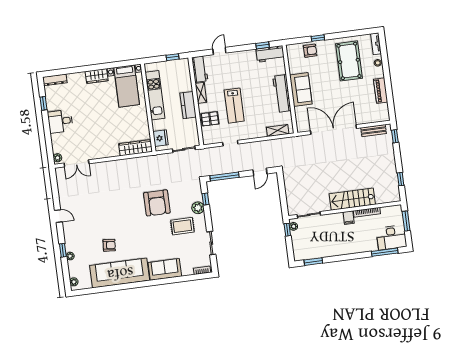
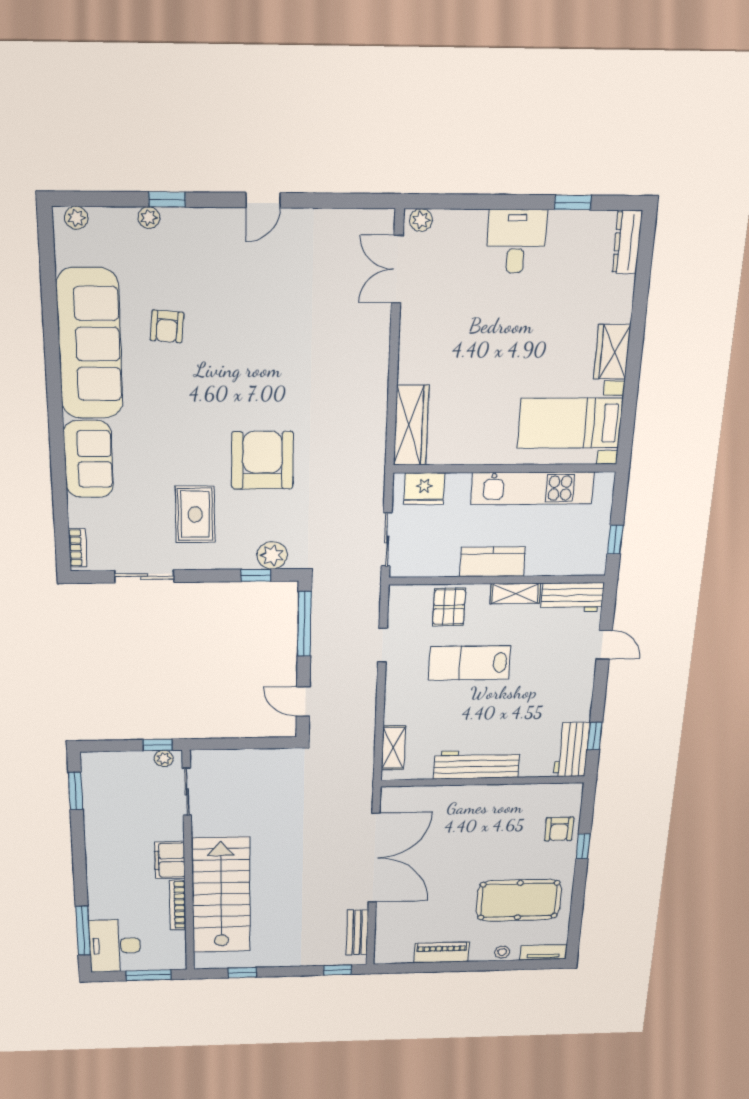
sofa: (301, 90) -> (477, 803), removed
stairs: (352, 199) -> (221, 895), width x1.36, depth x1.51
armchair: (157, 203) -> (263, 460), turned 90
plant: (198, 208) -> (272, 555), moved
filing cabinet: (349, 218) -> (170, 860), width x2.00

